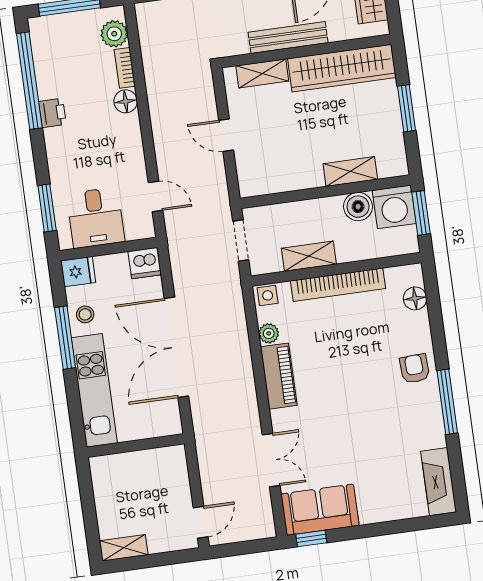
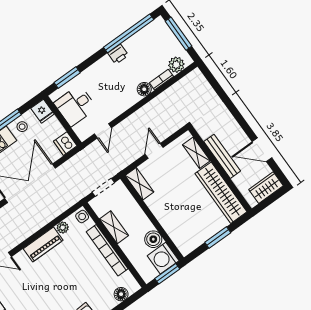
shelving: (350, 171) -> (139, 184), moved

